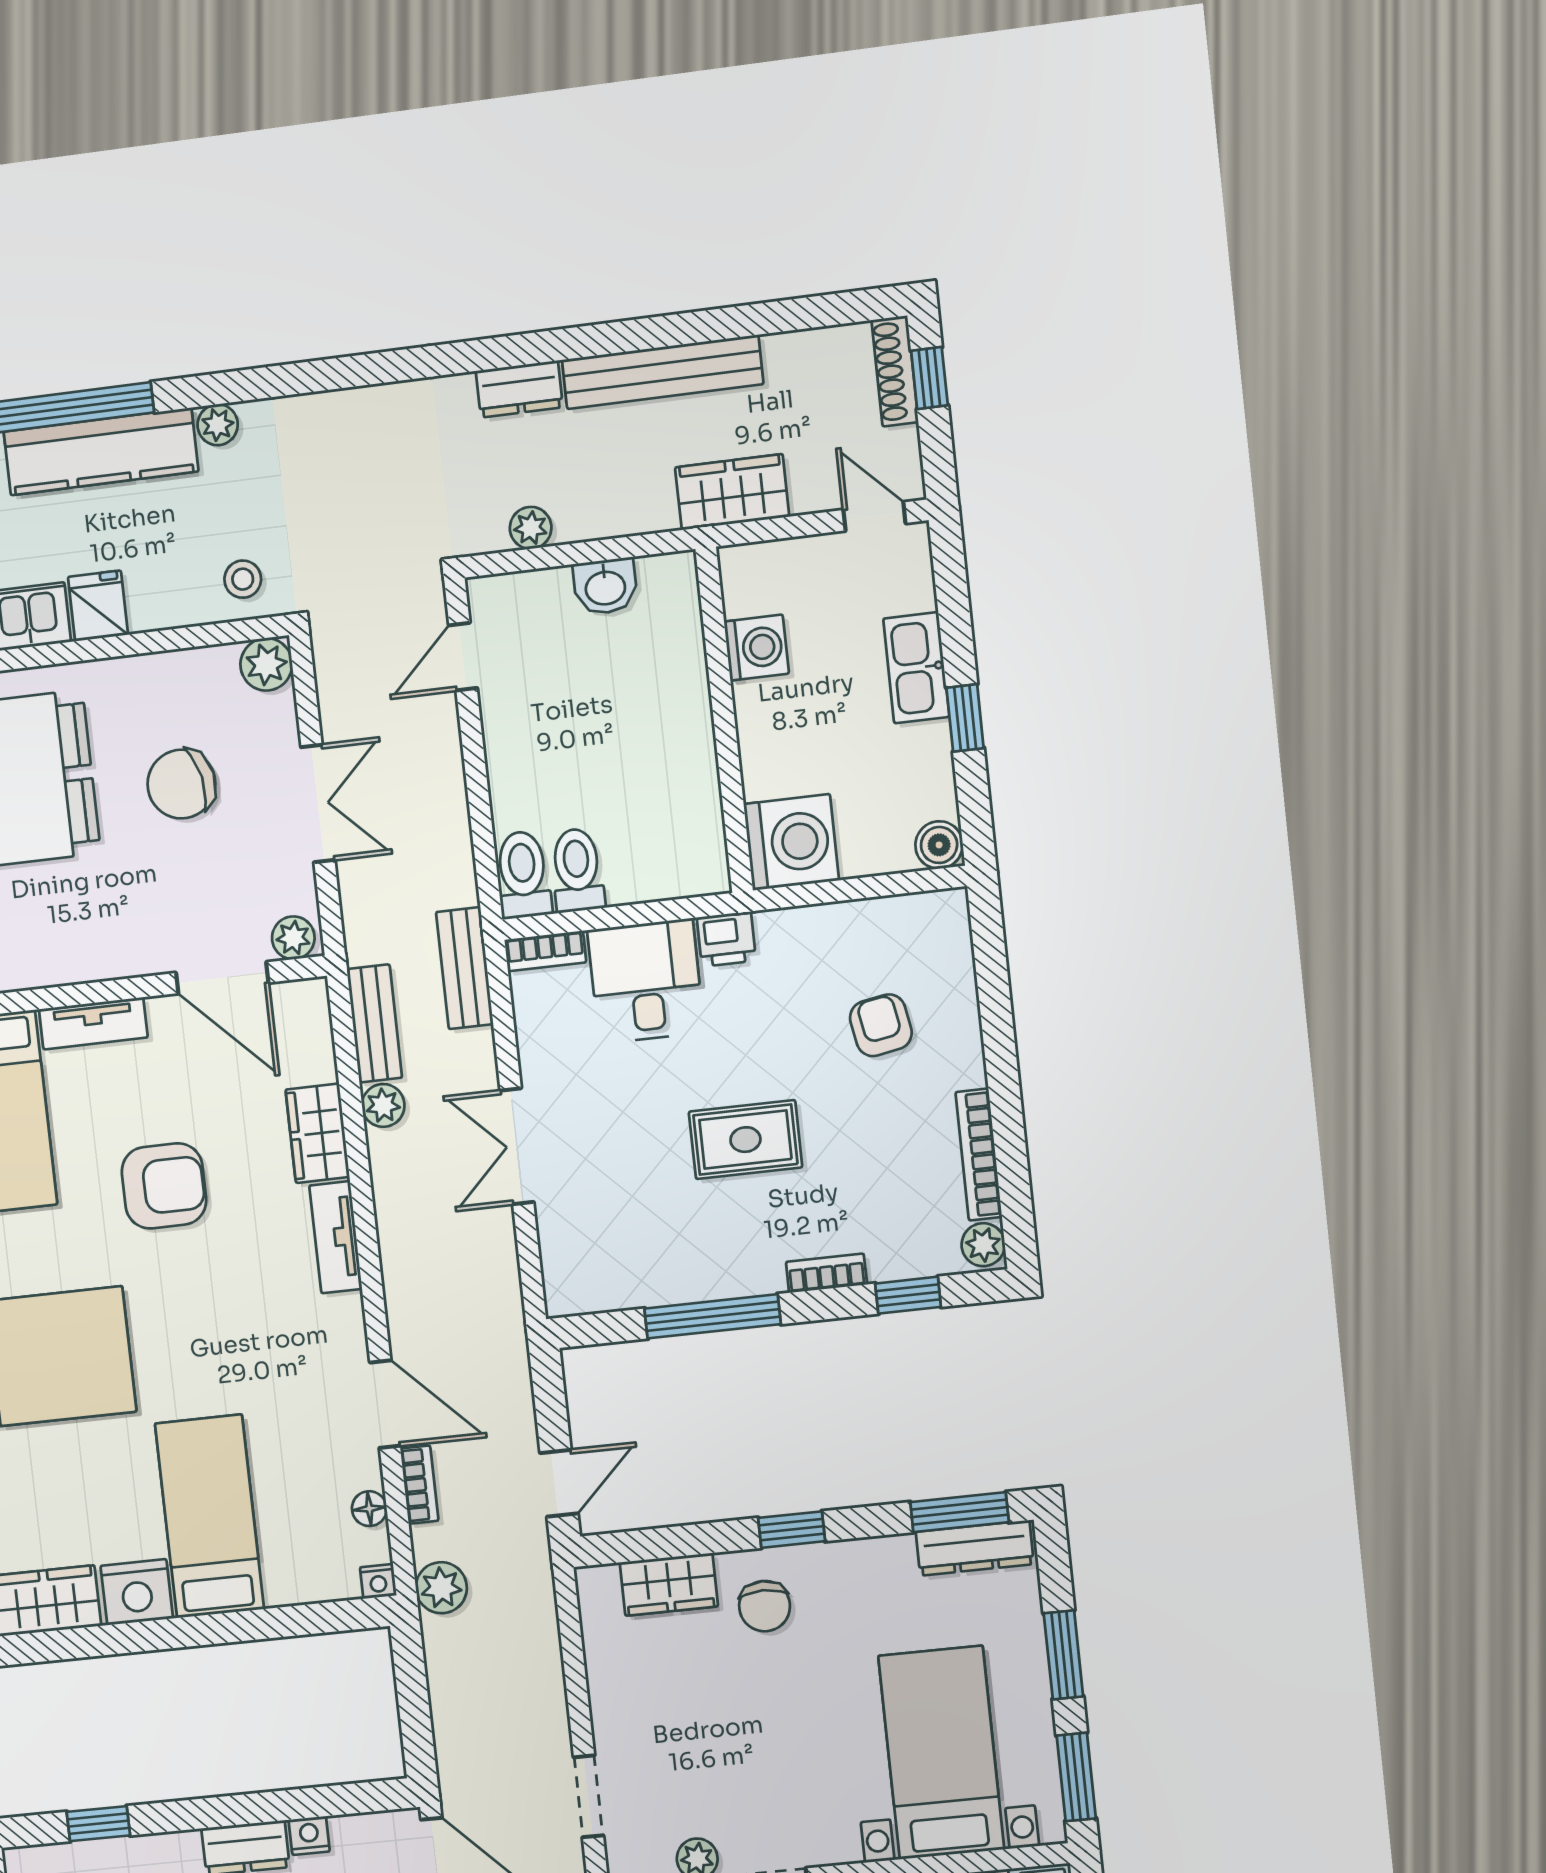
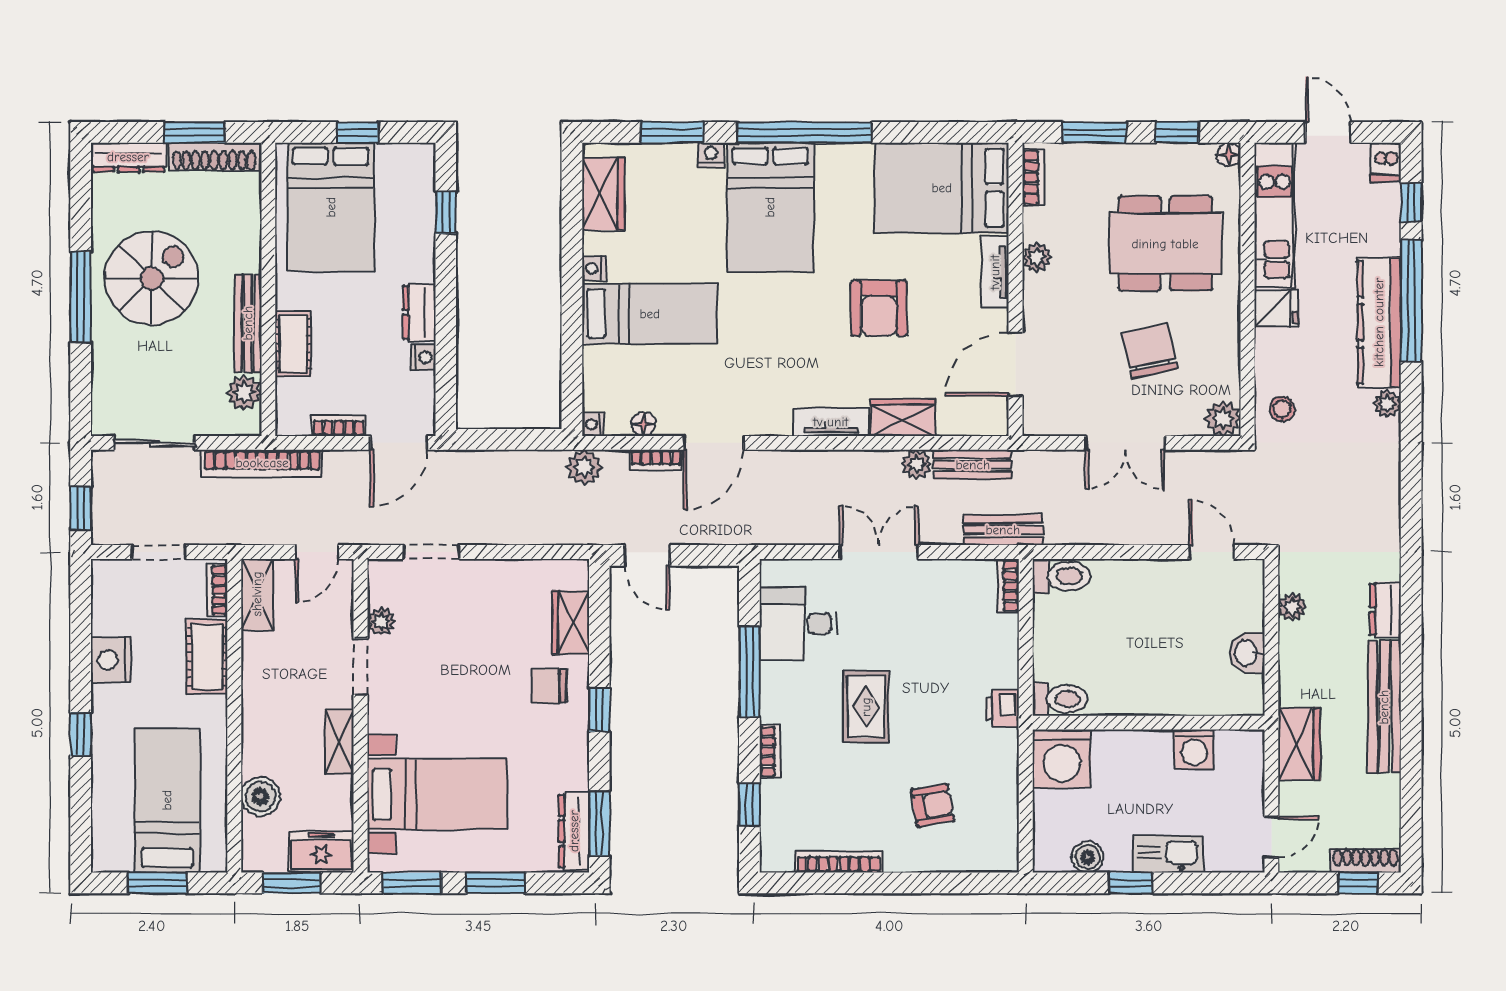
boiler: (939, 845) -> (1088, 857), moved
toilet: (577, 870) -> (1060, 699), moved
plant: (293, 938) -> (1037, 257), moved
desk: (646, 981) -> (798, 624), moved, turned 180
plant: (983, 1245) -> (778, 858), removed
nightstand: (137, 1592) -> (594, 268), width x0.53, depth x0.56

